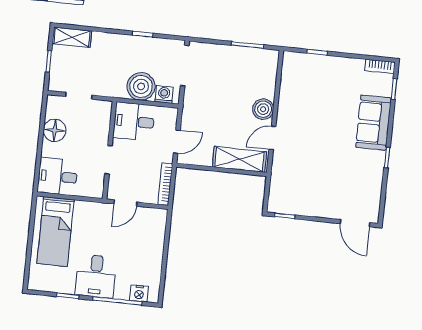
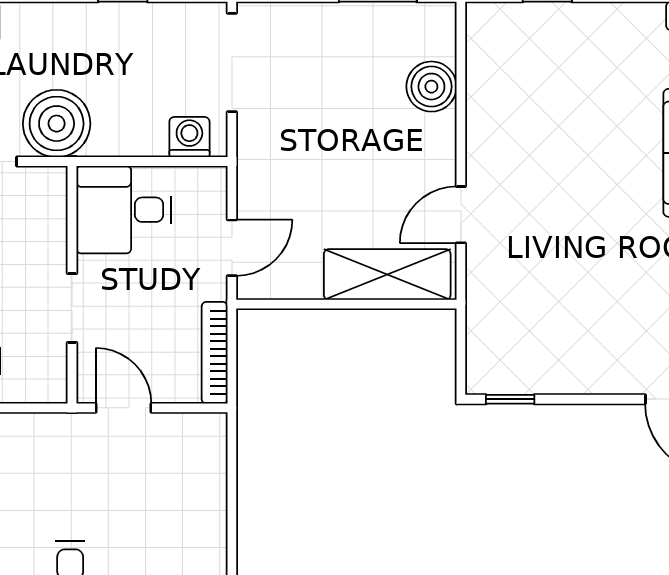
boiler: (141, 86) -> (57, 124), moved
boiler: (263, 109) -> (431, 87), moved
door: (125, 203) -> (123, 408), swing flipped

